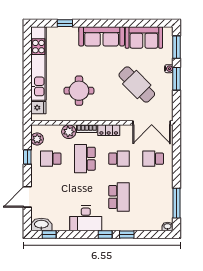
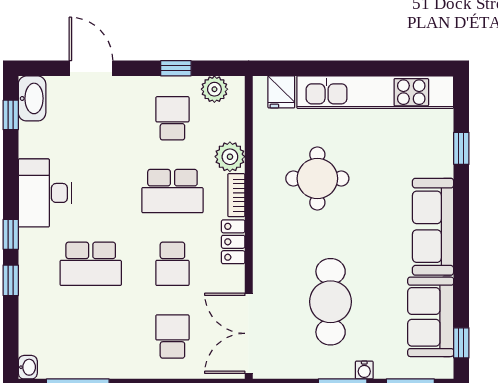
window: (156, 23) -> (461, 343), added
cafe table: (137, 85) -> (331, 302), turned -45
school desk: (85, 159) -> (172, 191), turned 180

